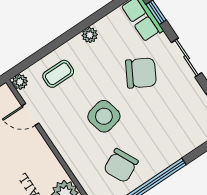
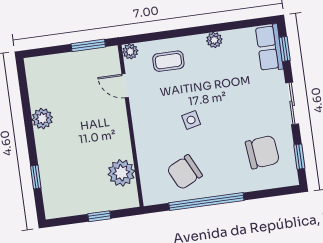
chair: (141, 73) -> (262, 152), moved, turned -35
side table: (104, 116) -> (191, 120), width x0.54, depth x0.54

